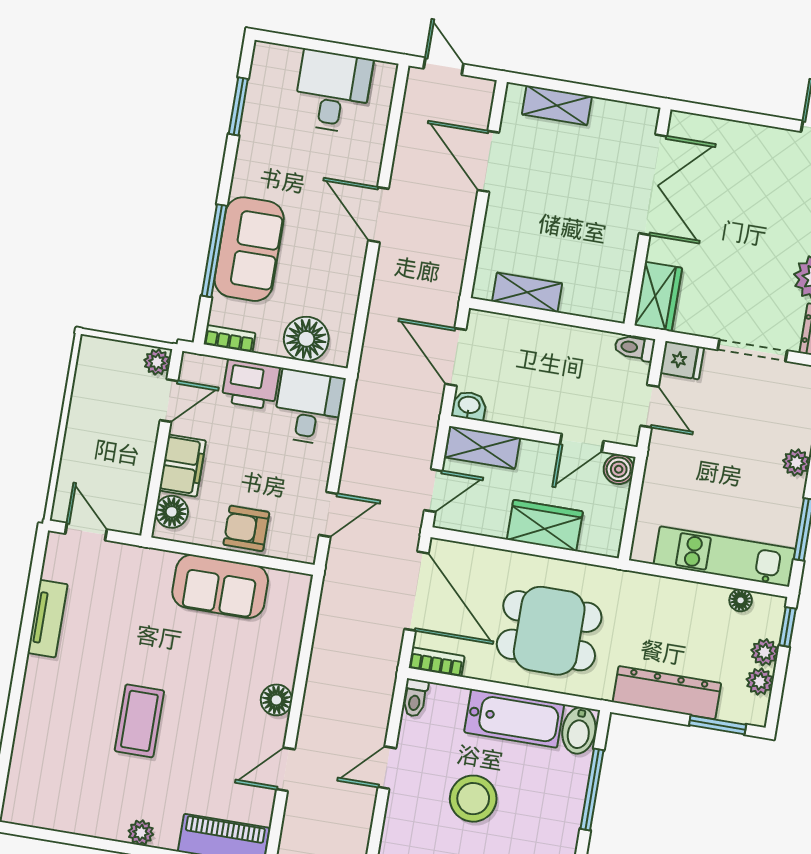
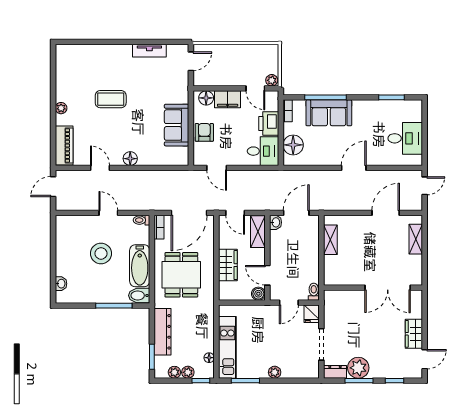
wardrobe: (658, 297) -> (414, 334), moved, turned 90

